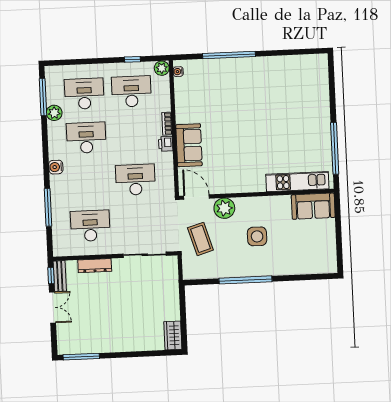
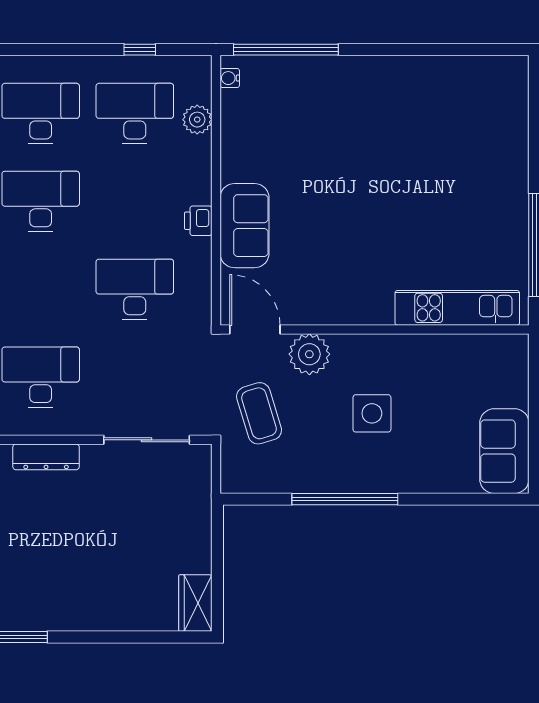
window: (229, 55) -> (286, 50), moved
plant: (162, 68) -> (197, 120), moved
bookcase: (167, 124) -> (203, 181), removed
sofa: (313, 206) -> (504, 451), moved, turned 90

